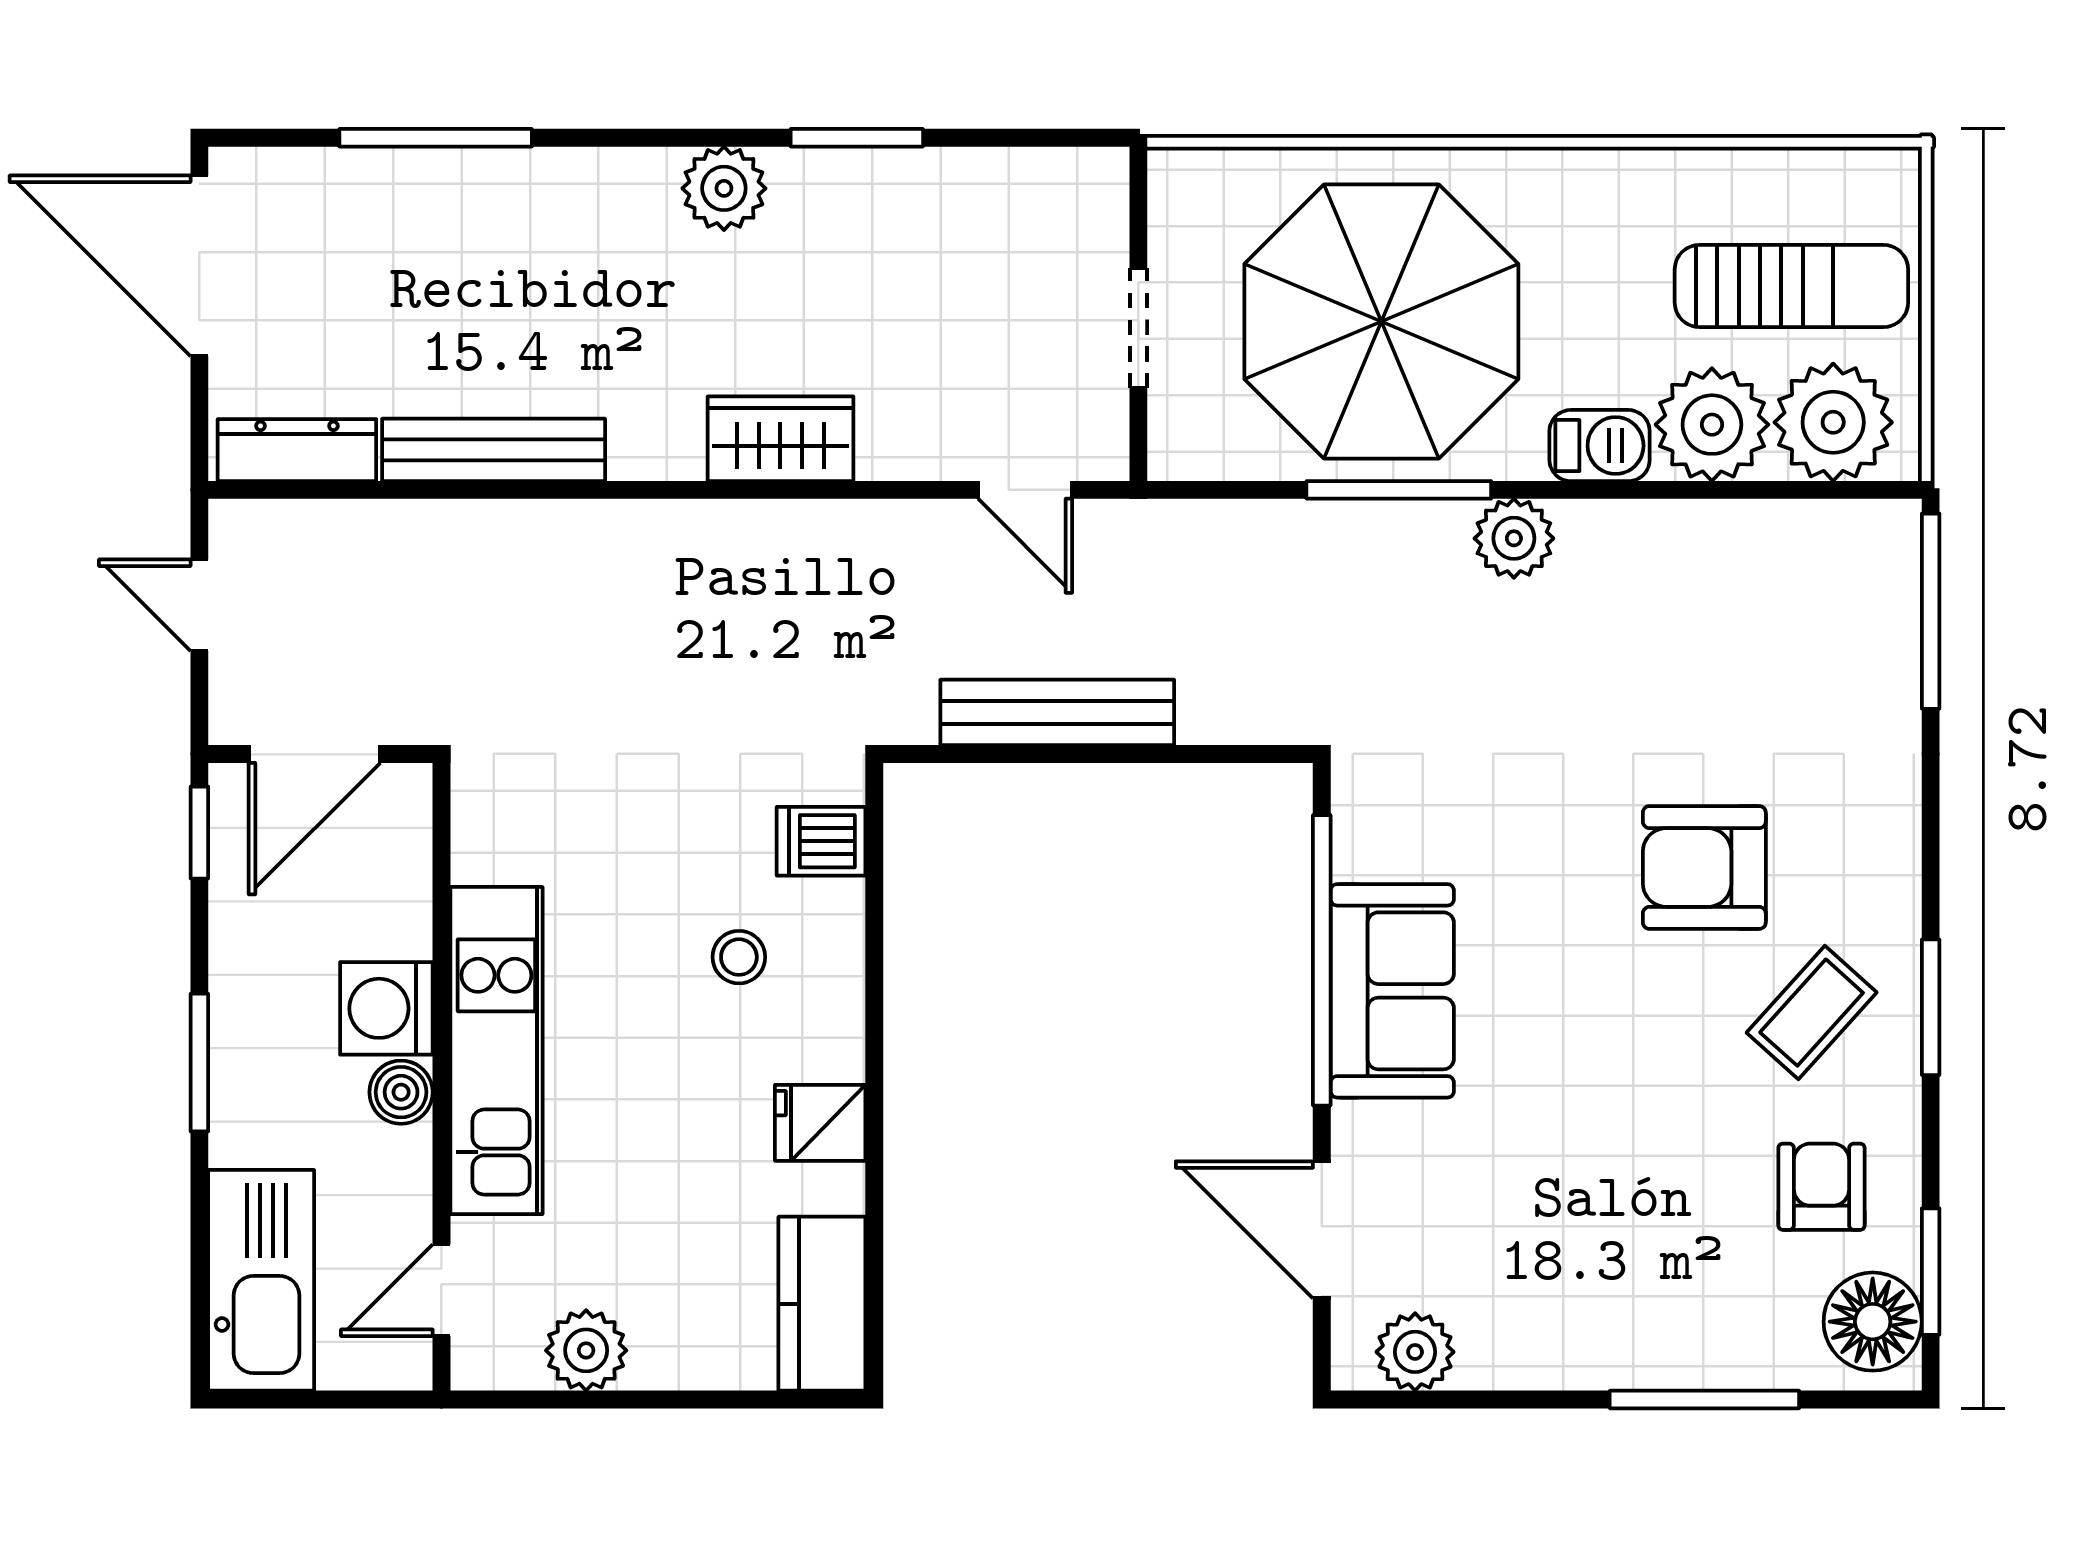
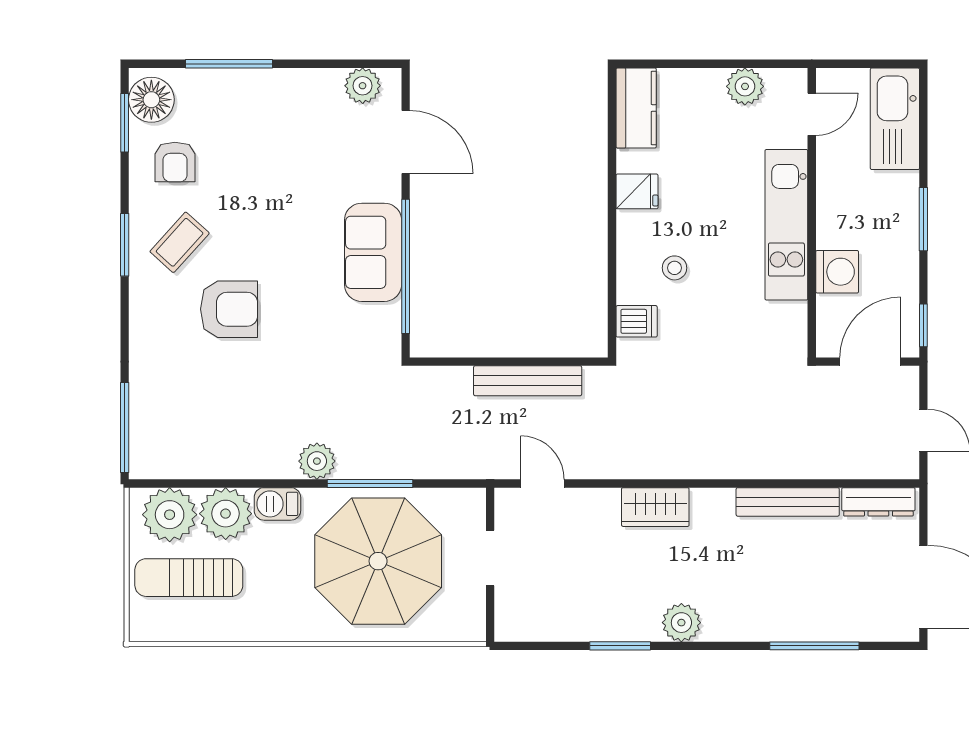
washing machine: (386, 1008) -> (837, 272), moved
boiler: (401, 1092) -> (830, 206), removed

